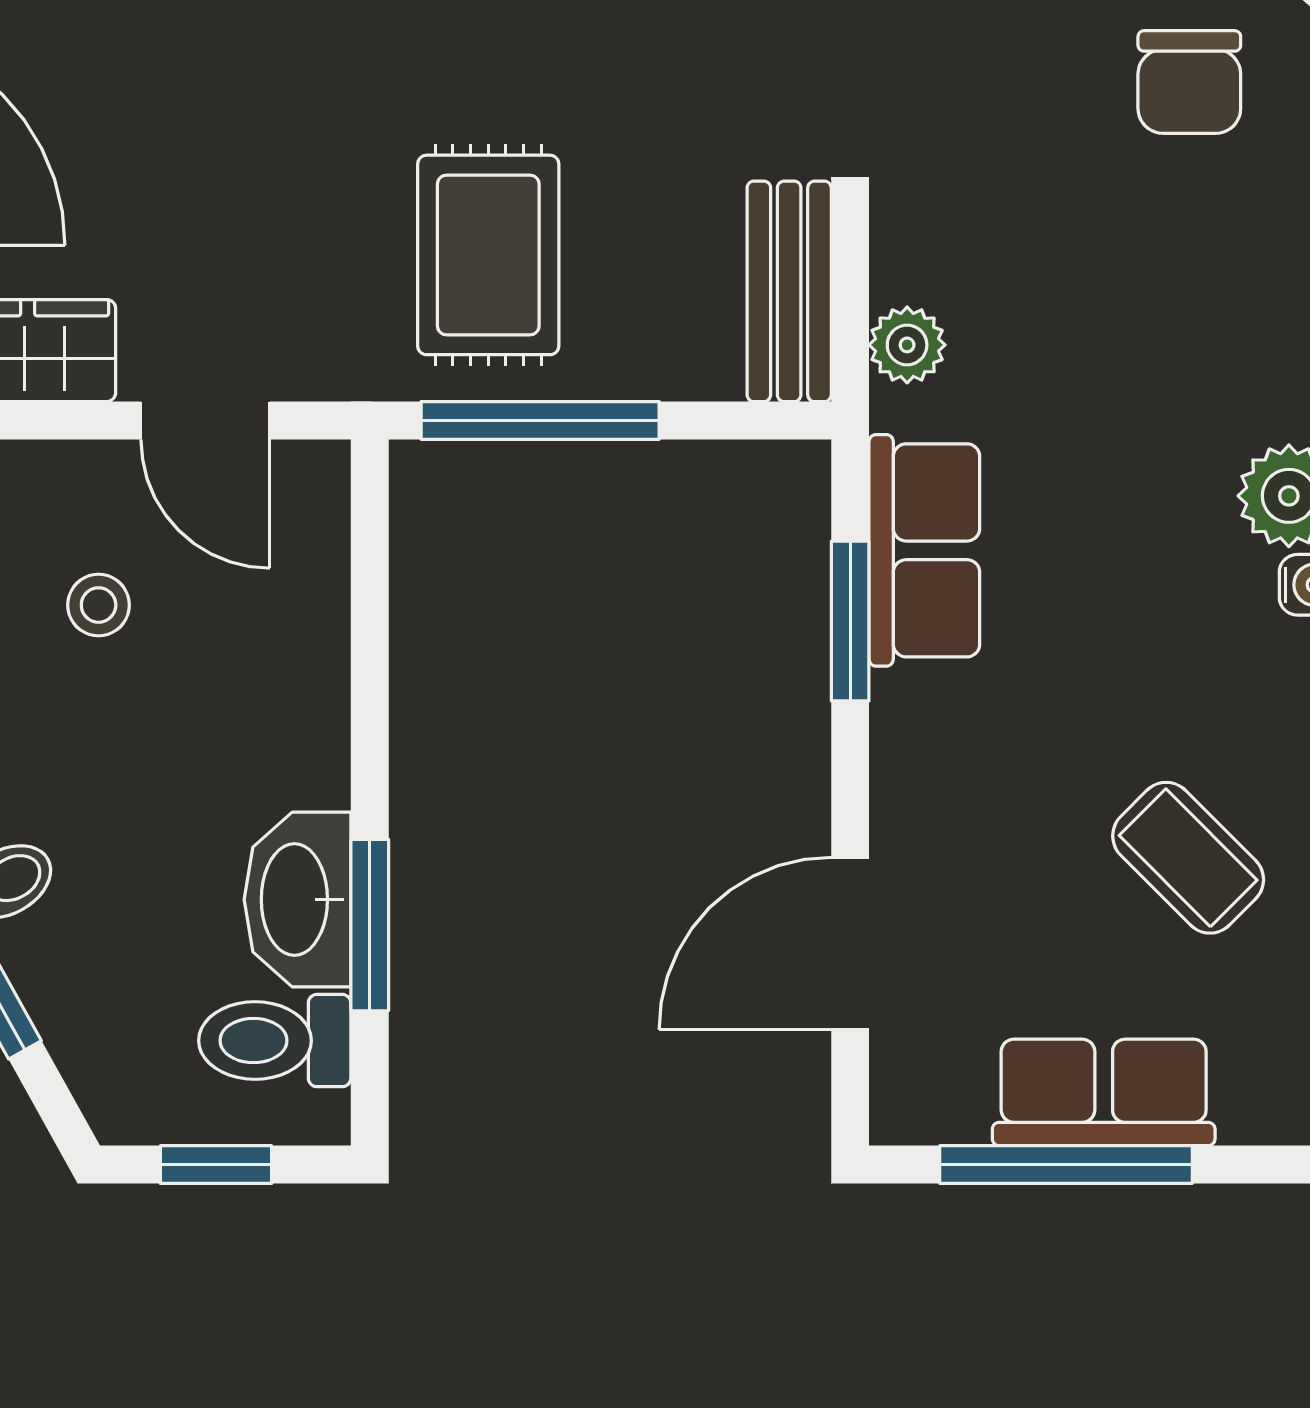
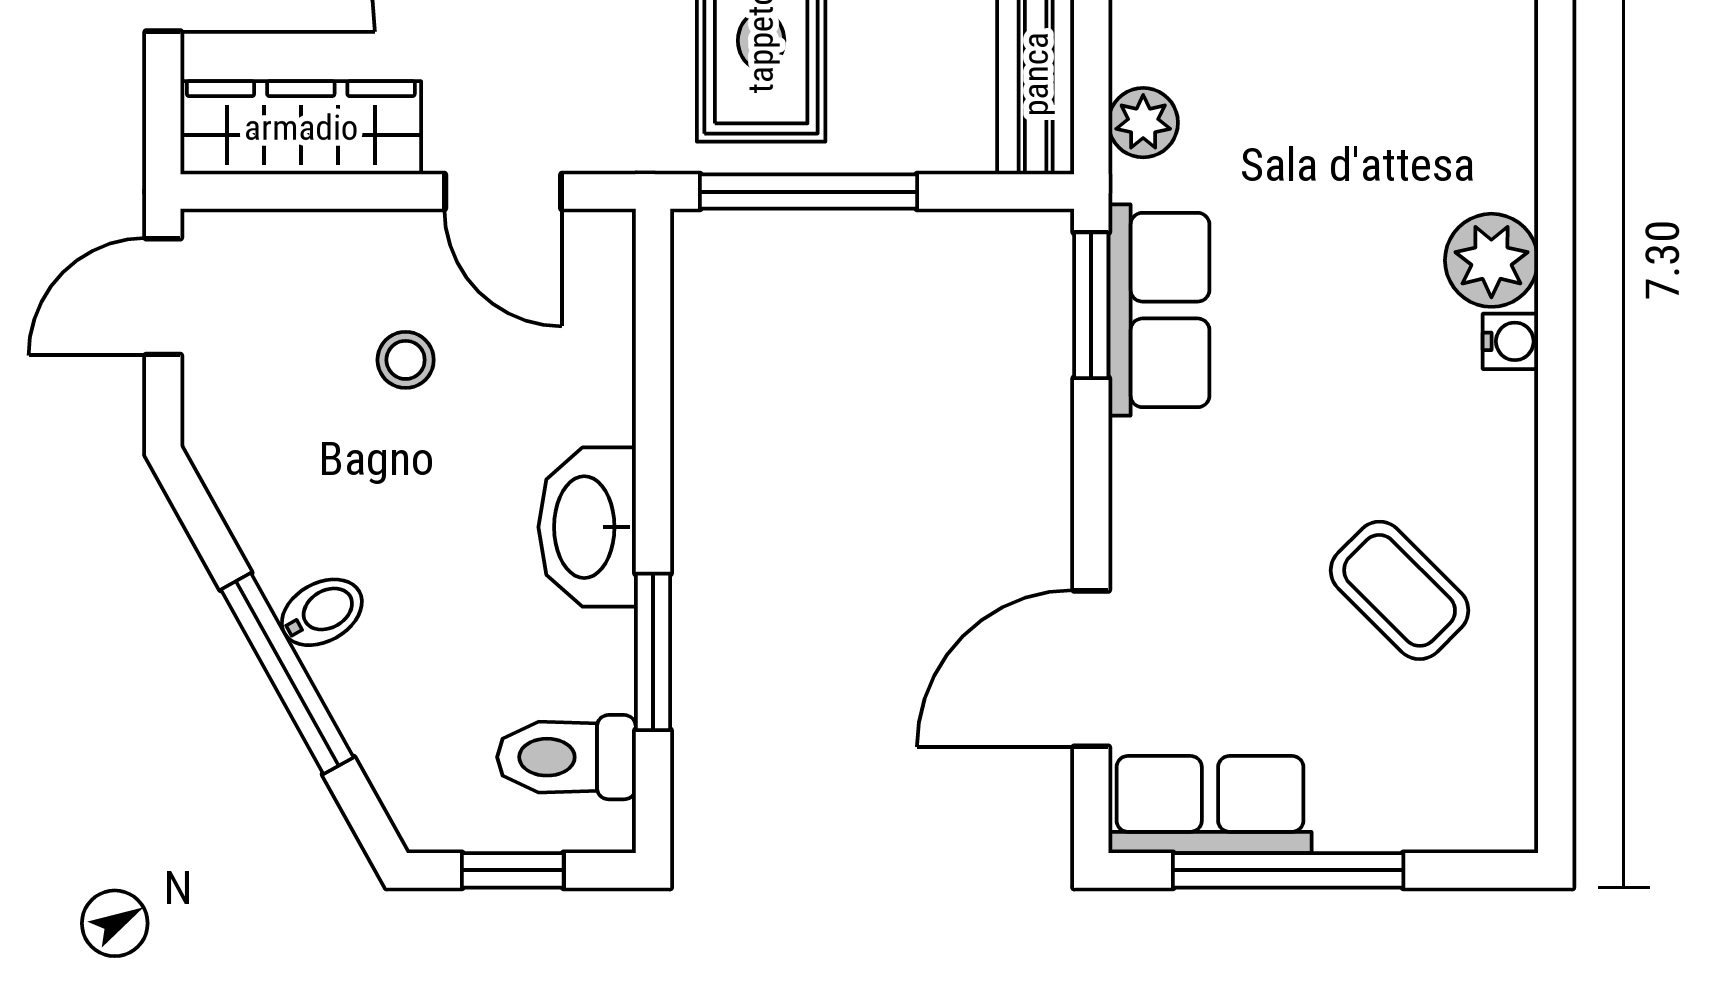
window: (850, 621) -> (1091, 305), moved
washbasin: (298, 899) -> (587, 527), moved
row of seats: (1104, 1092) -> (1210, 805), moved

